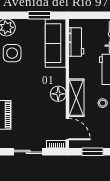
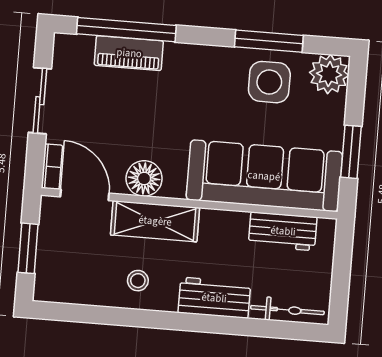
sofa: (56, 43) -> (264, 176), width x1.36, depth x1.27
floor lamp: (58, 94) -> (144, 178), moved
door: (67, 129) -> (85, 195), swing flipped

